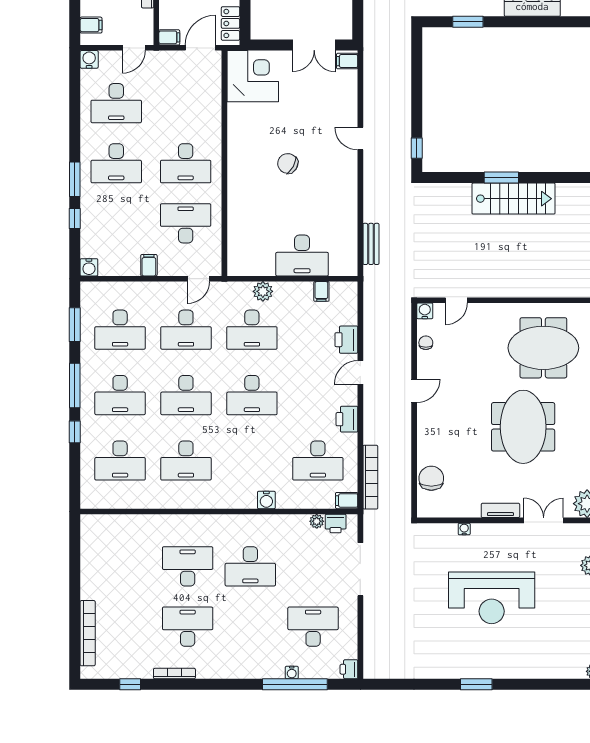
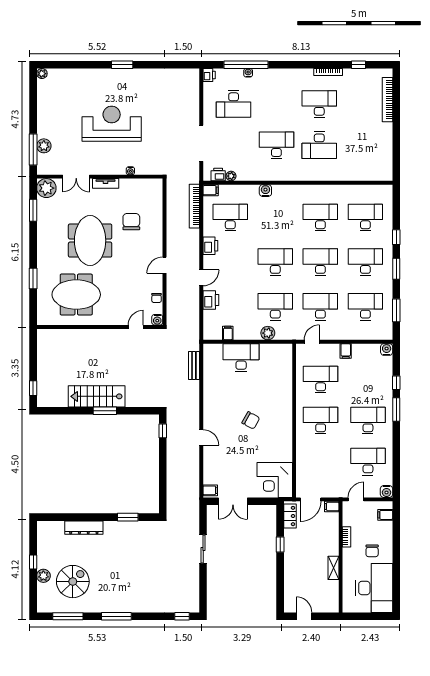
double door: (314, 45) -> (233, 501), swing flipped
desk: (186, 223) -> (321, 379), turned 180
window: (75, 385) -> (396, 269), width x0.69
chair: (431, 478) -> (131, 222), moved, turned 180
desk: (188, 627) -> (319, 104), turned 180

